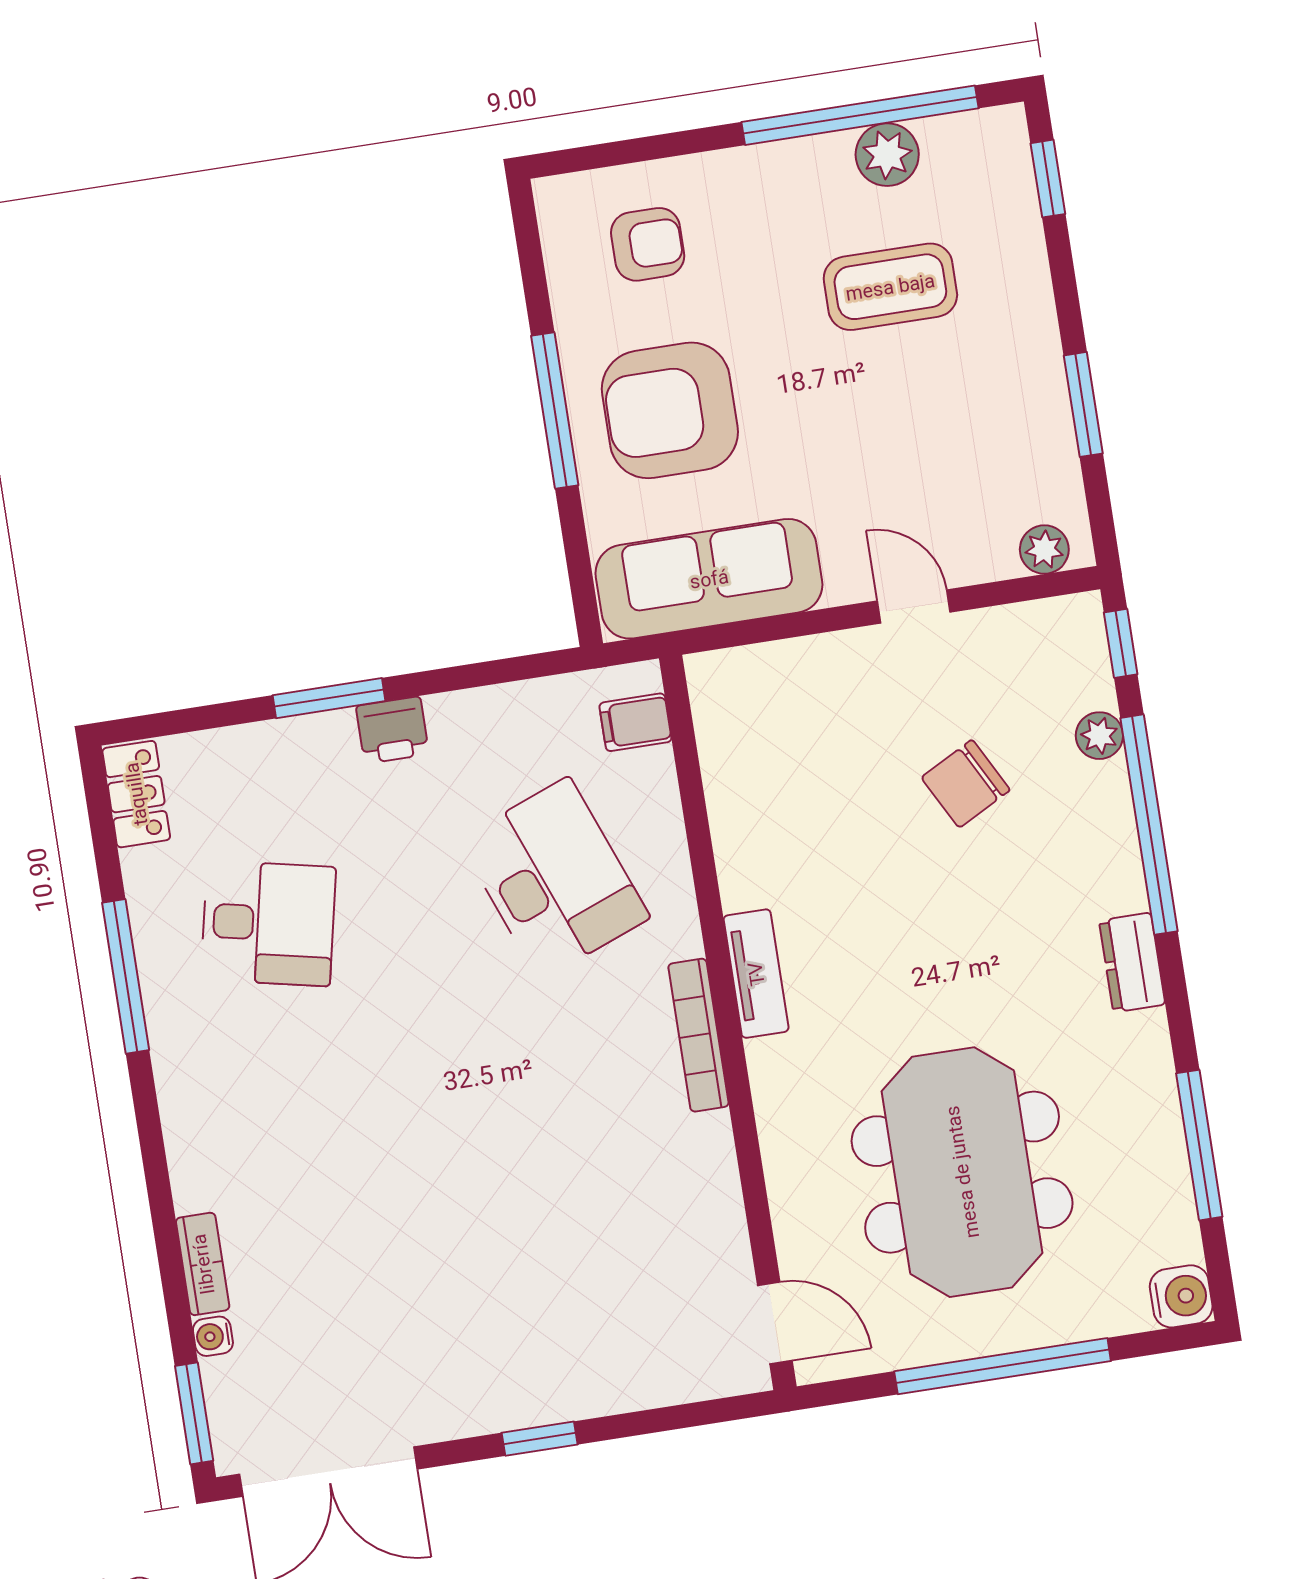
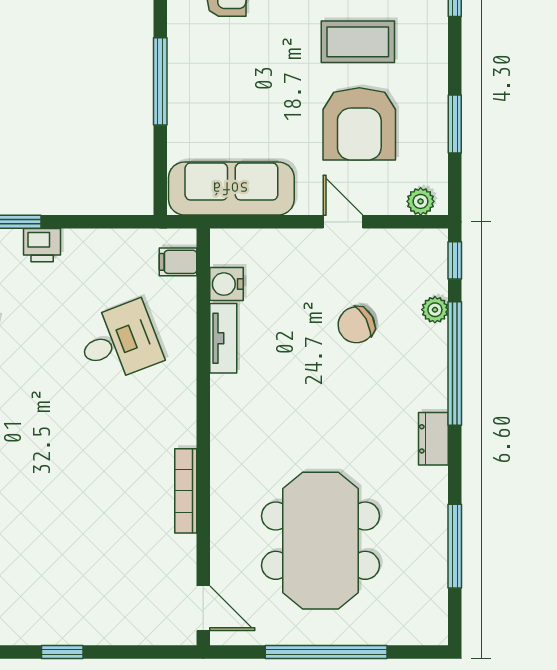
armchair: (670, 410) -> (359, 124), moved, turned -90
desk: (554, 879) -> (119, 342), width x0.73
tv unit: (756, 974) -> (223, 338), moved
bookcase: (698, 1035) -> (186, 491), moved
water cooler: (1181, 1296) -> (226, 284), moved, turned 180

